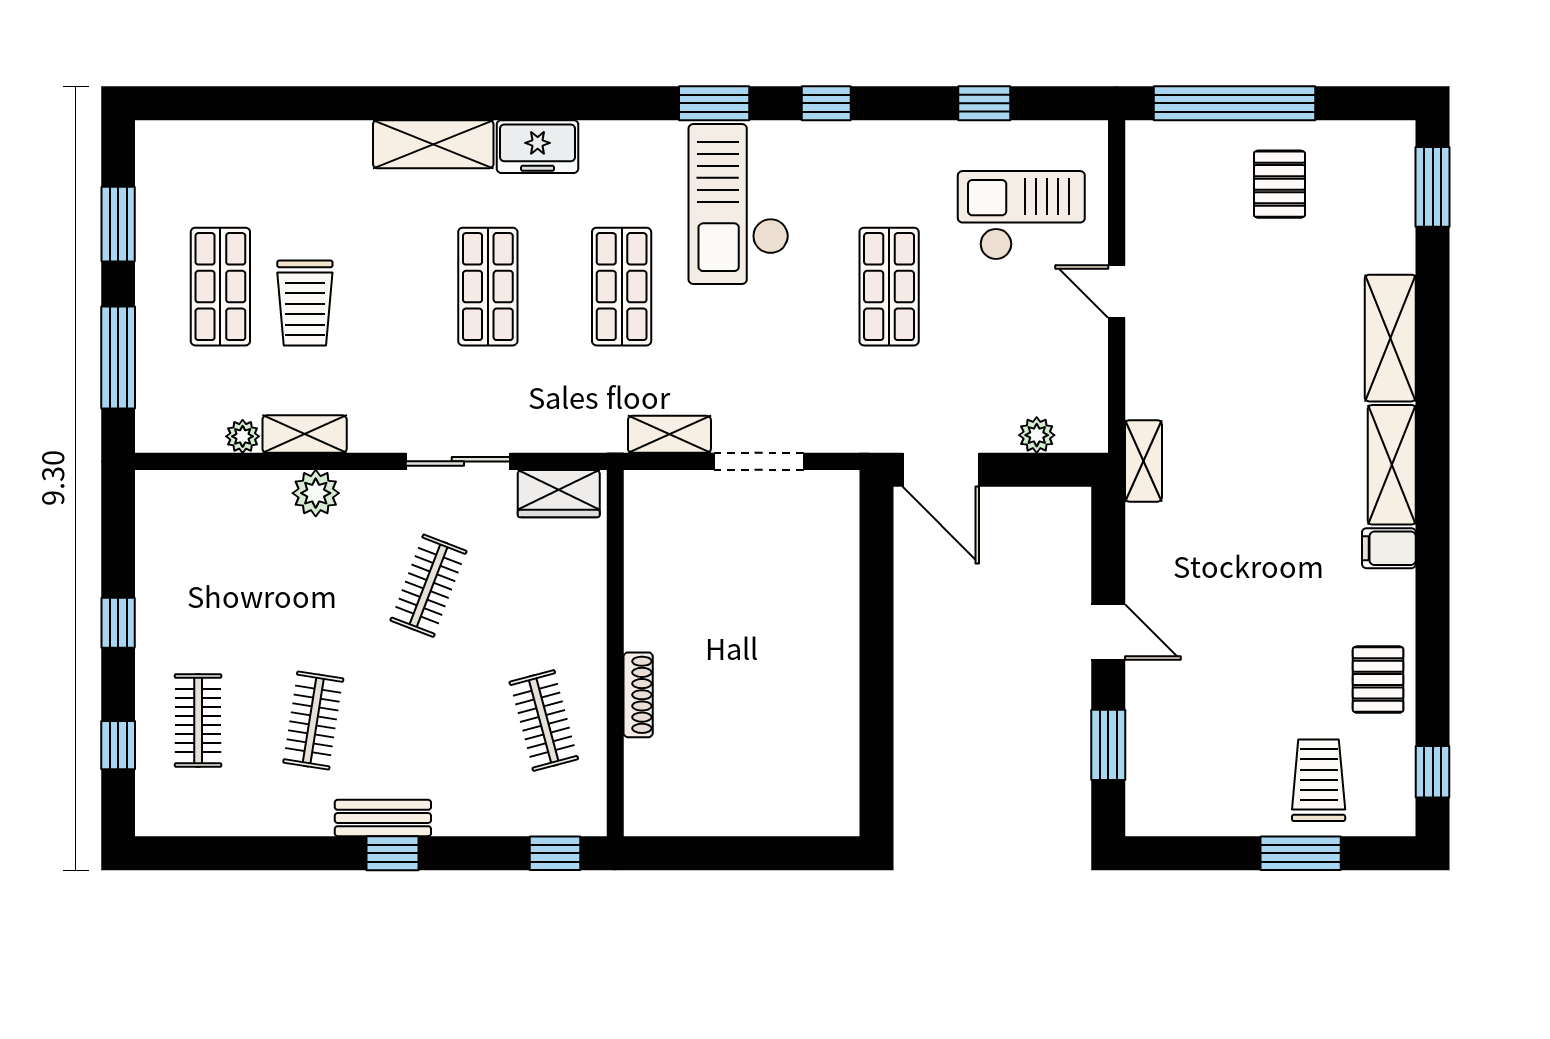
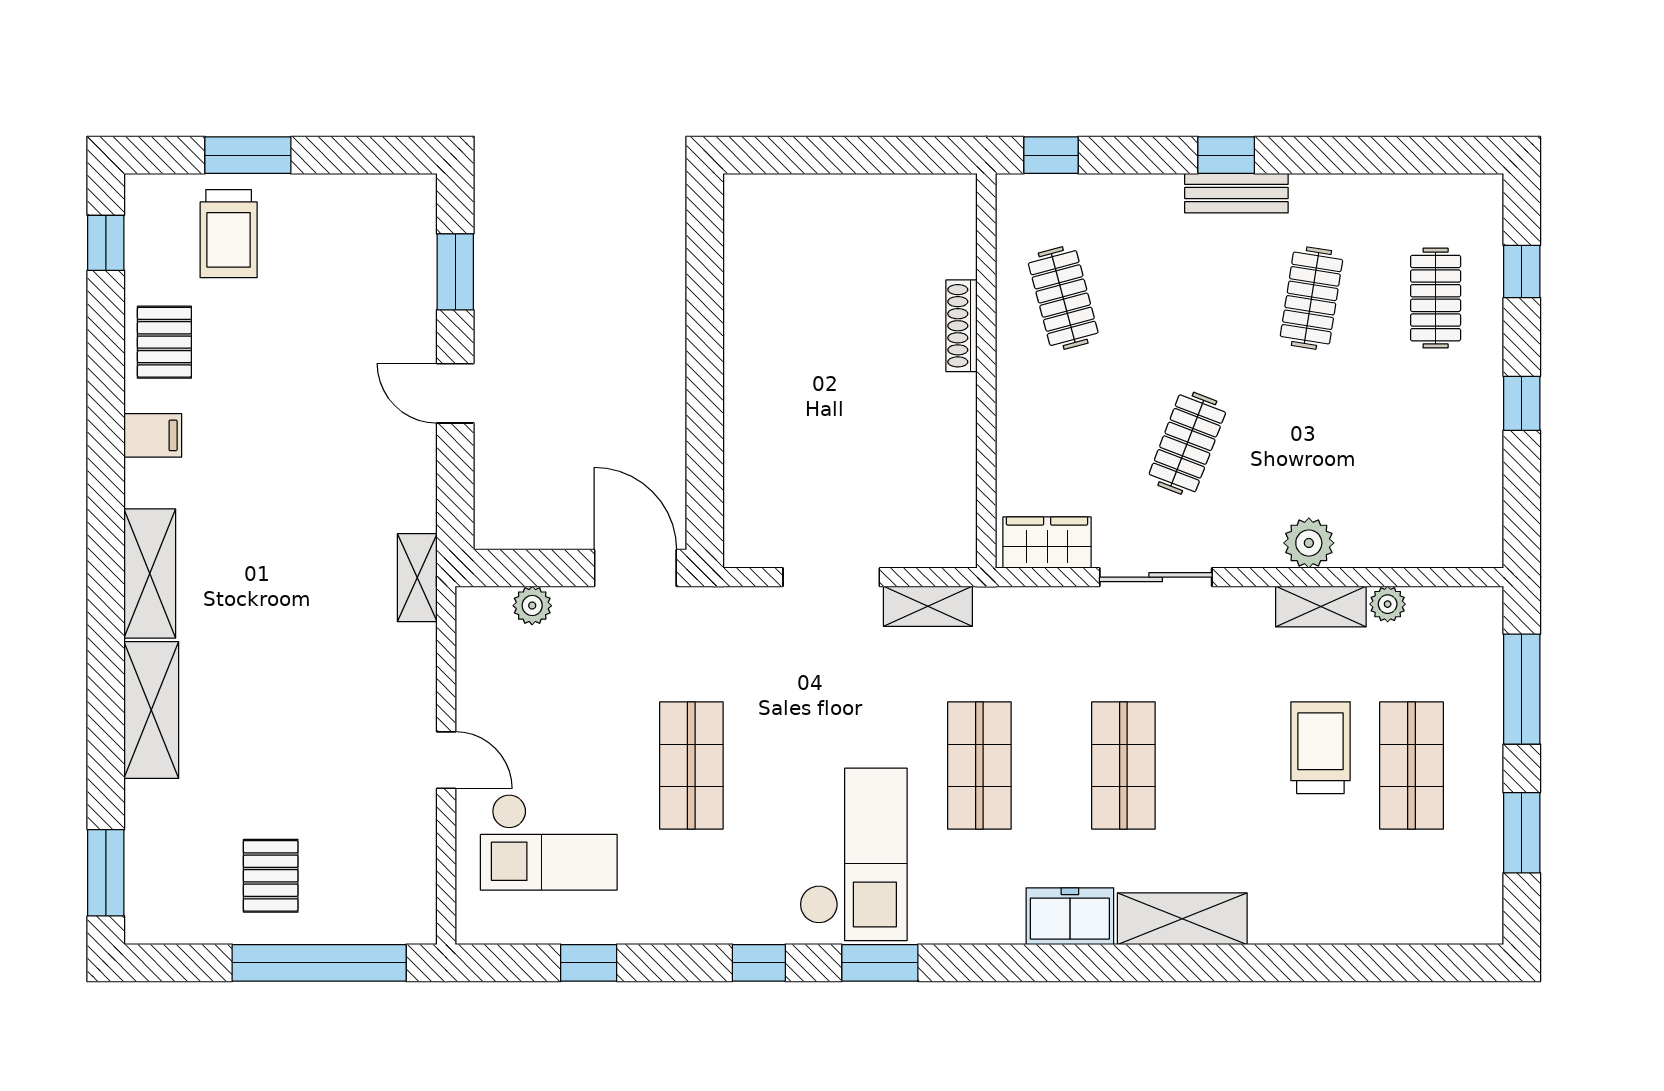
filing cabinet: (1389, 548) -> (153, 435), moved

